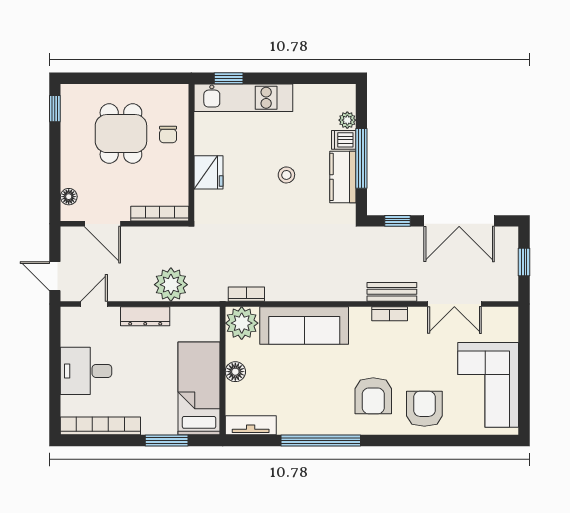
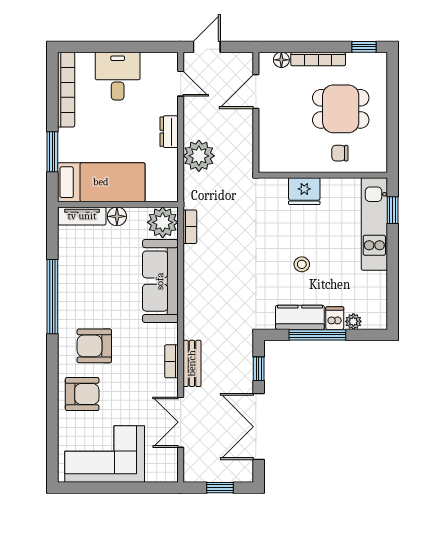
bookcase: (160, 214) -> (318, 59), moved, turned 90
dresser: (145, 316) -> (169, 132), width x0.70
tv unit: (251, 425) -> (82, 216), moved, turned 90

